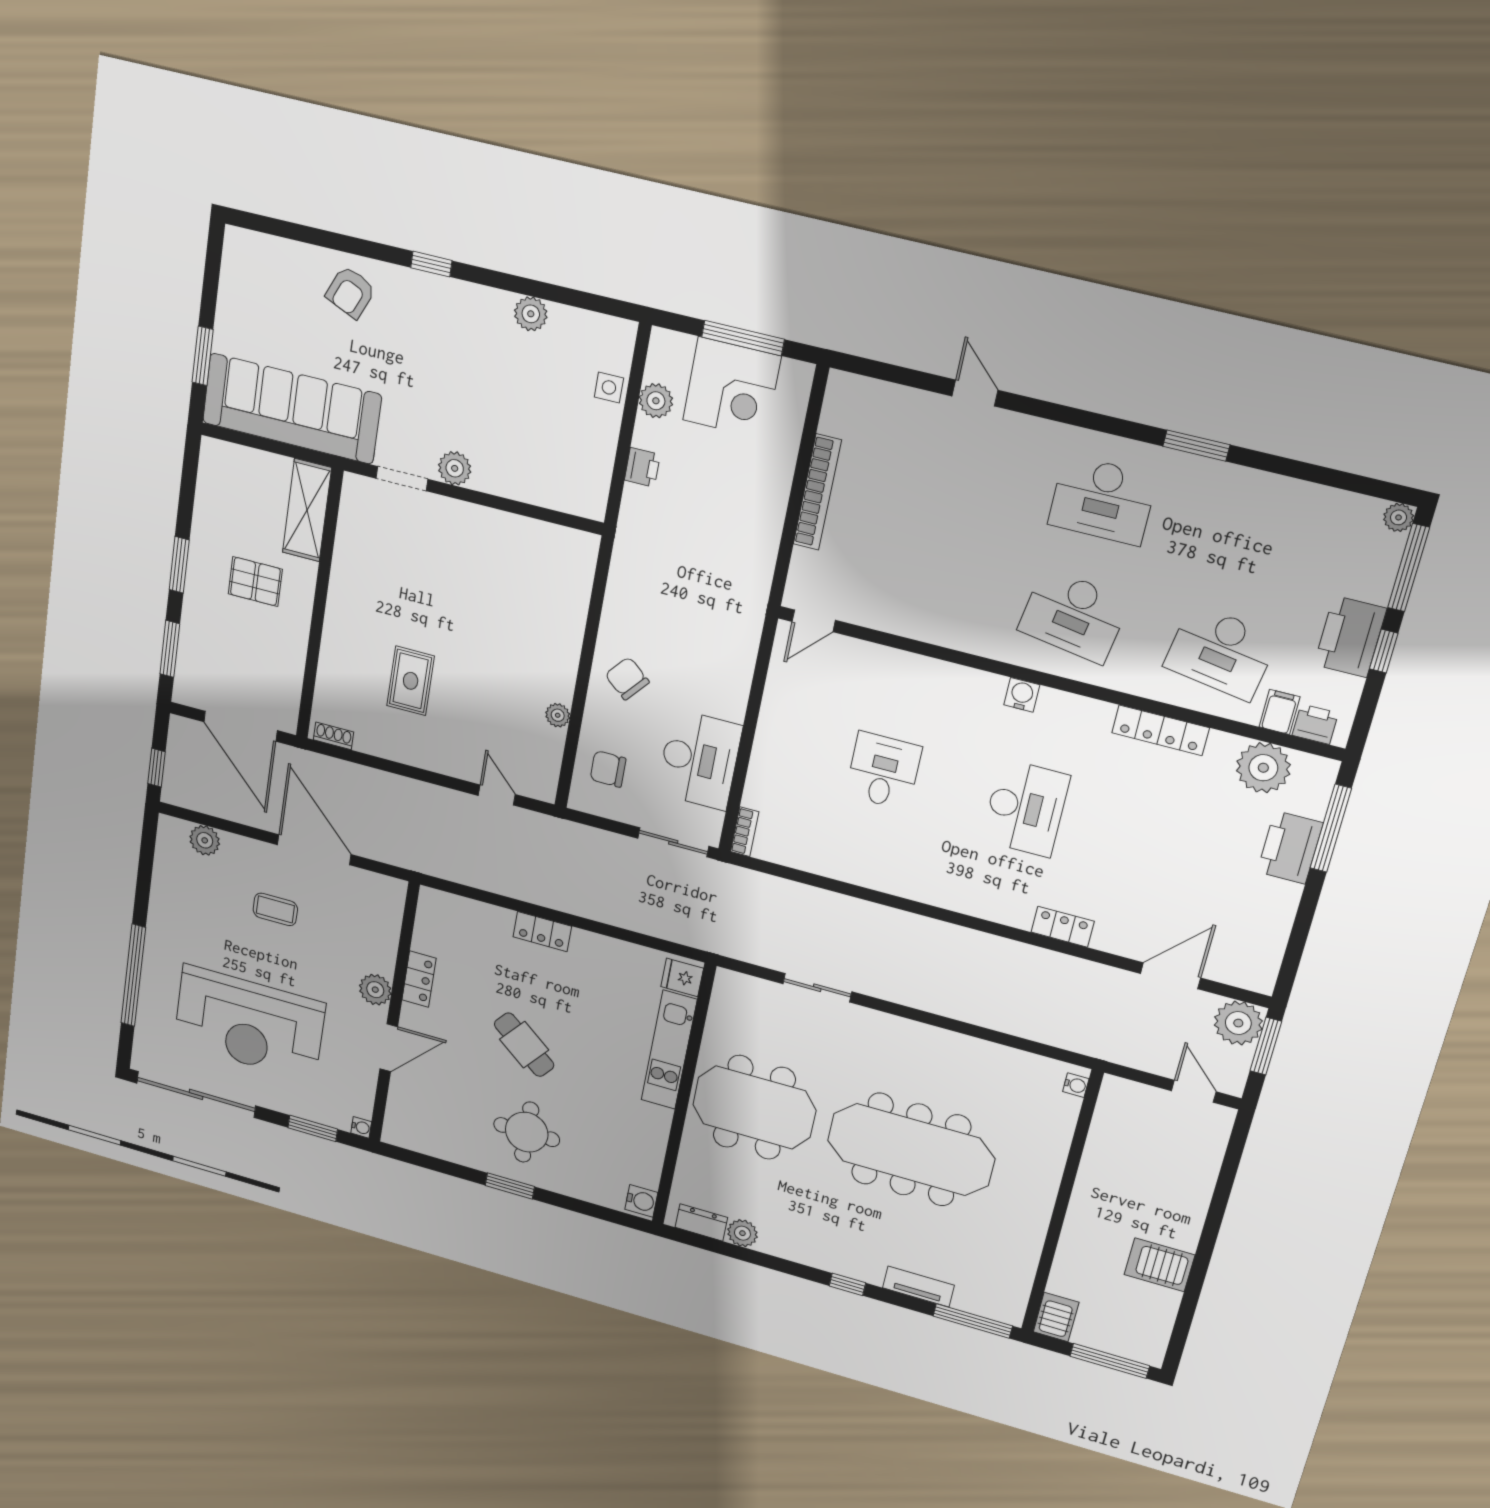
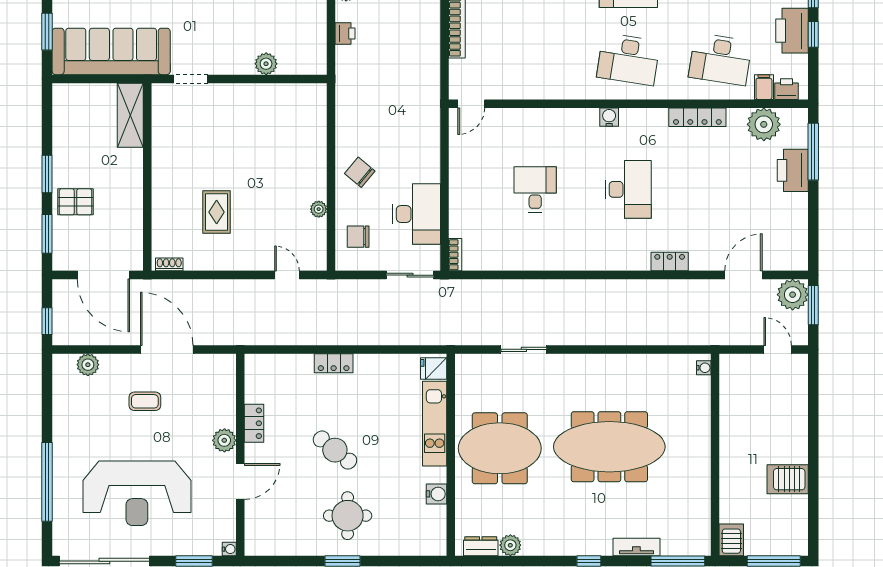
plant: (455, 468) -> (266, 64), moved
pallet: (255, 582) -> (76, 202), moved
water cooler: (641, 1201) -> (436, 494), moved

